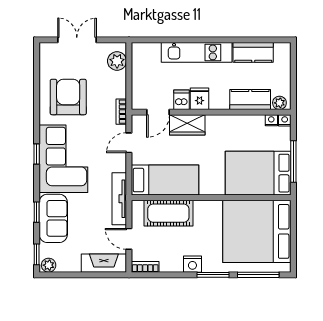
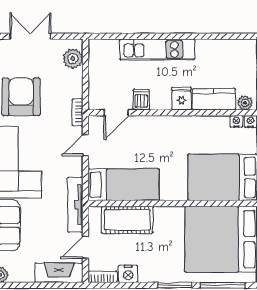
kitchen counter: (253, 52) -> (217, 49), removed
fridge: (199, 99) -> (181, 99), moved
wardrobe: (187, 125) -> (147, 126), removed
door: (129, 239) -> (85, 247), hinge flipped
nightstand: (192, 264) -> (128, 274), moved

